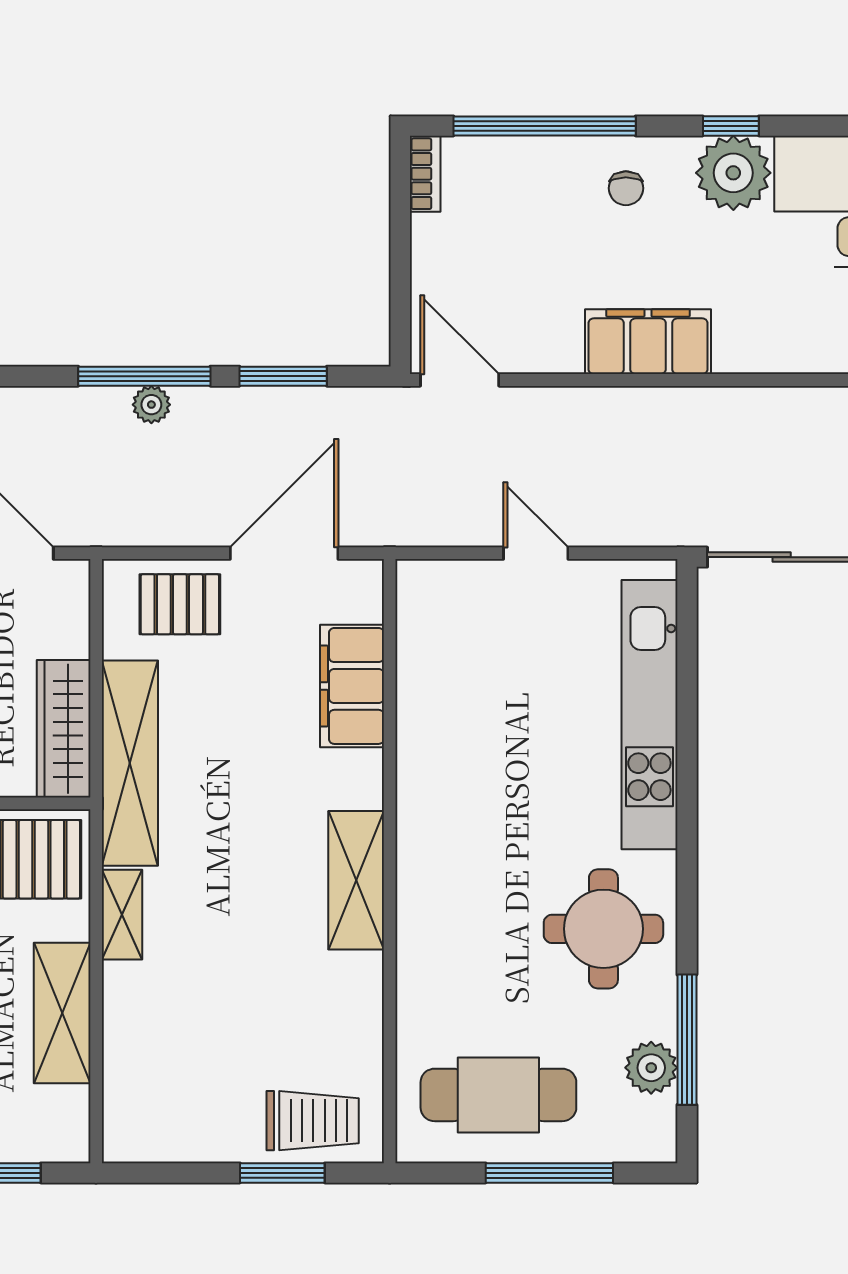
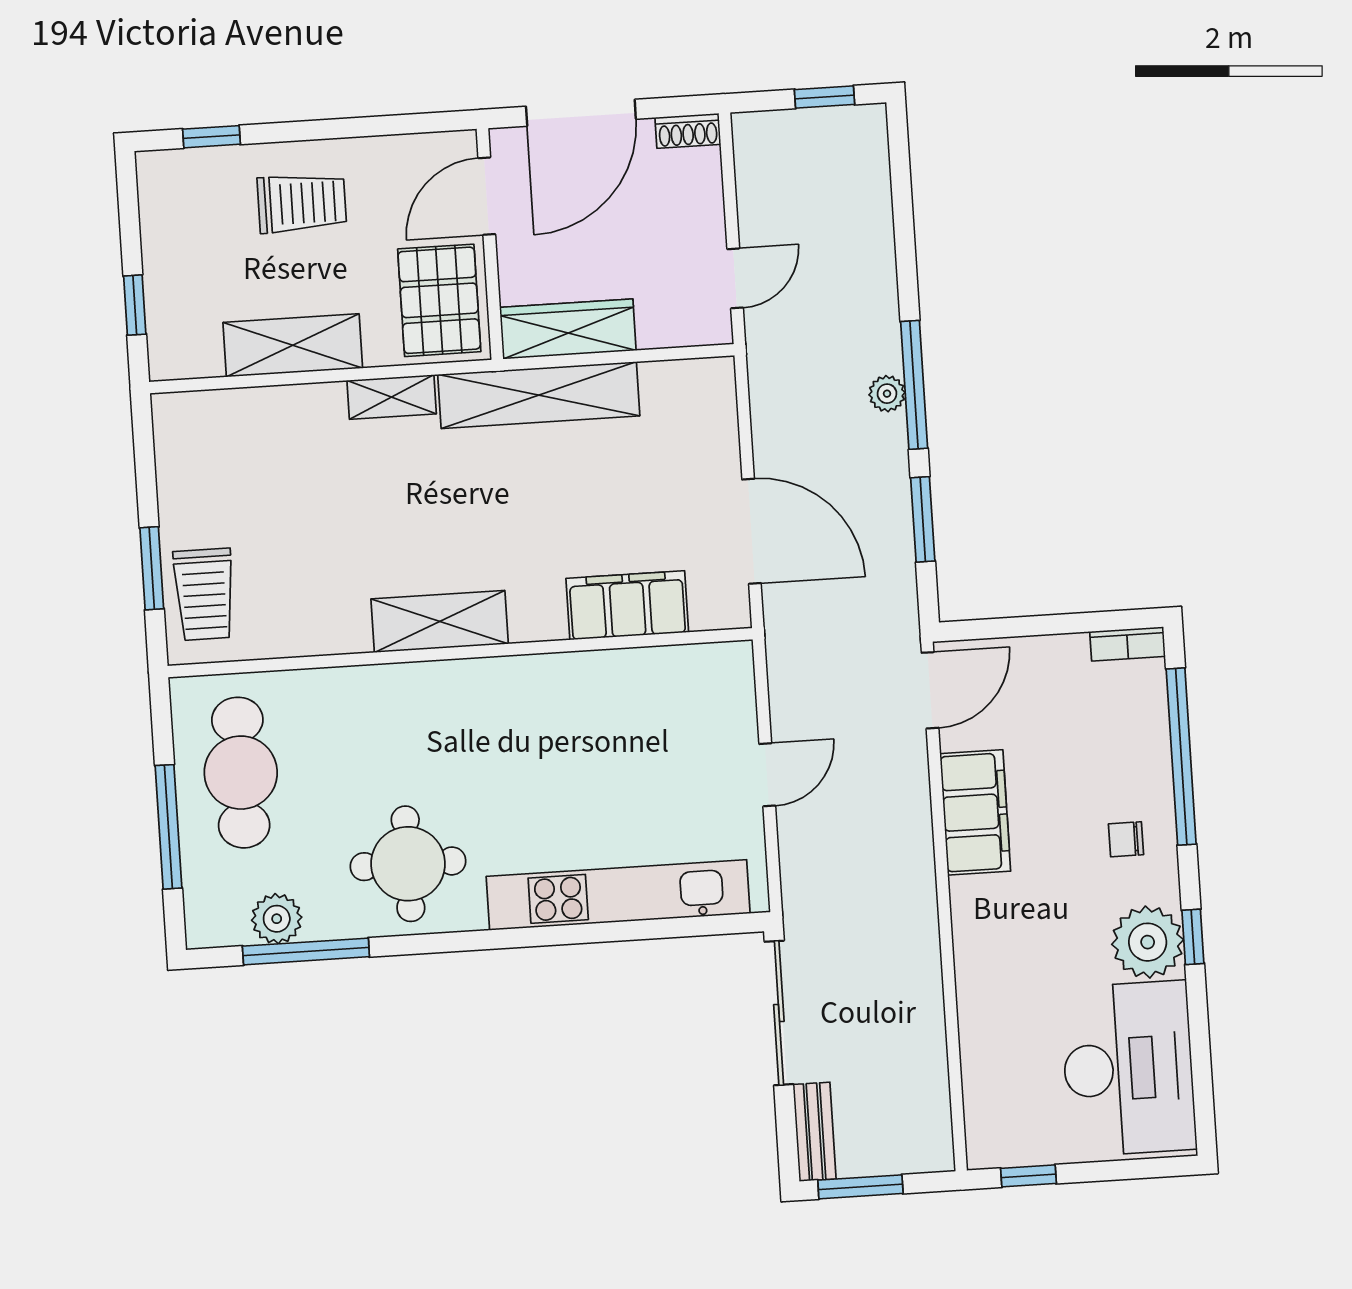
filing cabinet: (648, 342) -> (975, 812), moved
pallet: (180, 604) -> (696, 434), removed

